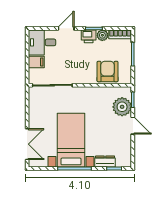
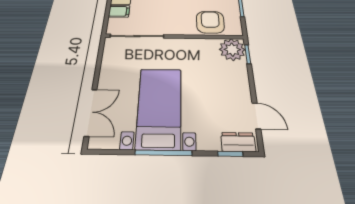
plant: (122, 107) -> (232, 50), moved
door: (133, 126) -> (256, 116), moved
dresser: (105, 161) -> (238, 142), moved

